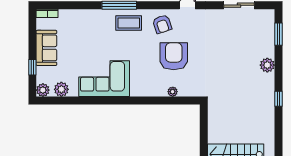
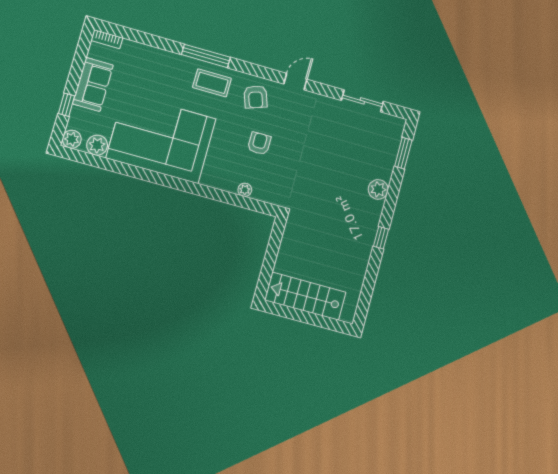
armchair: (174, 56) -> (259, 143), width x0.53, depth x0.53
corner sofa: (104, 79) -> (161, 138), width x1.36, depth x1.36

